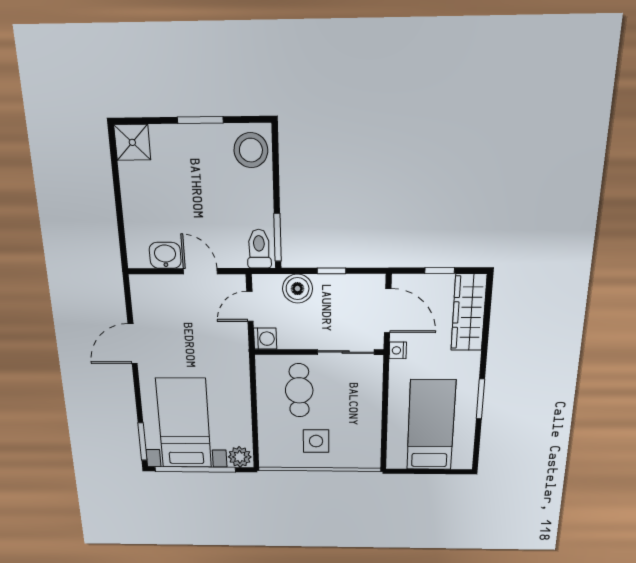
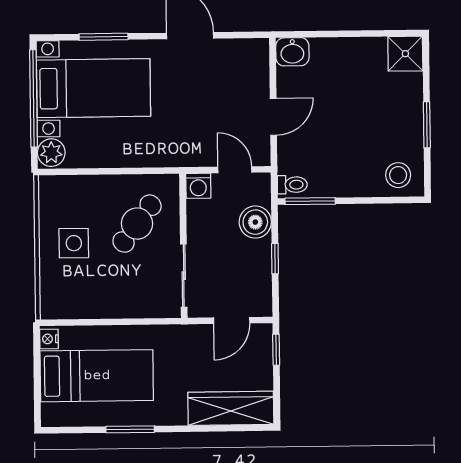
stool: (251, 150) -> (398, 175), width x0.73, depth x0.73
toilet: (259, 249) -> (292, 185), width x0.73, depth x0.72
washbasin: (165, 255) -> (292, 52), moved, turned 90
window: (440, 271) -> (276, 350), moved
door: (388, 311) -> (232, 320), width x0.73
nightstand: (398, 350) -> (49, 339), moved, turned -90
cafe table: (299, 390) -> (137, 224), turned -53
window: (142, 442) -> (104, 37), moved

